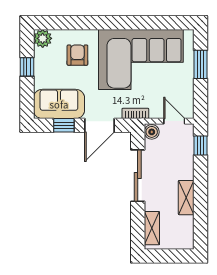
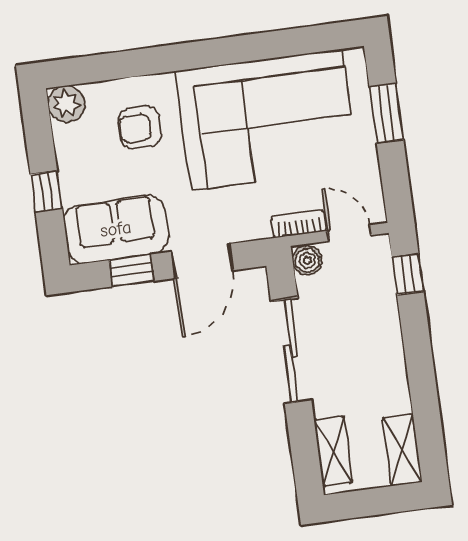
armchair: (77, 55) -> (140, 128), turned -90
window: (27, 67) -> (46, 191), moved
bookcase: (135, 113) -> (299, 224), moved
shelving: (186, 198) -> (402, 450), moved

